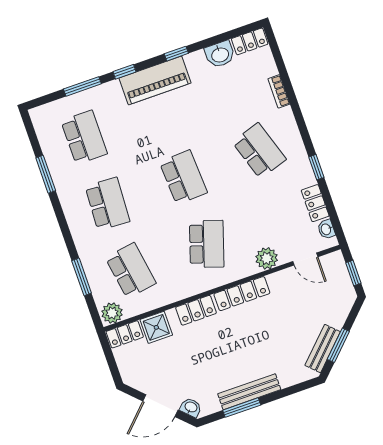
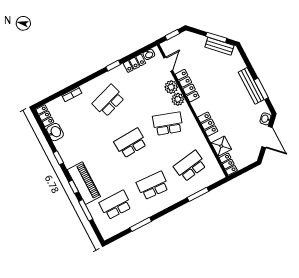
piano: (155, 80) -> (84, 183), moved
locker: (242, 294) -> (187, 86), moved
plant: (112, 313) -> (178, 99), moved

